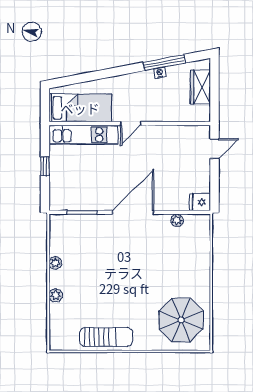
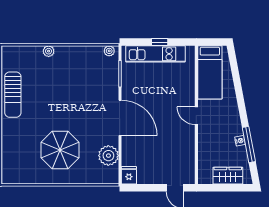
kitchen unit: (83, 135) -> (155, 54), moved, turned -90
plant: (177, 220) -> (108, 156), width x1.88, depth x1.88
plant: (55, 263) -> (109, 51), moved
parasol: (181, 320) -> (60, 150), moved

